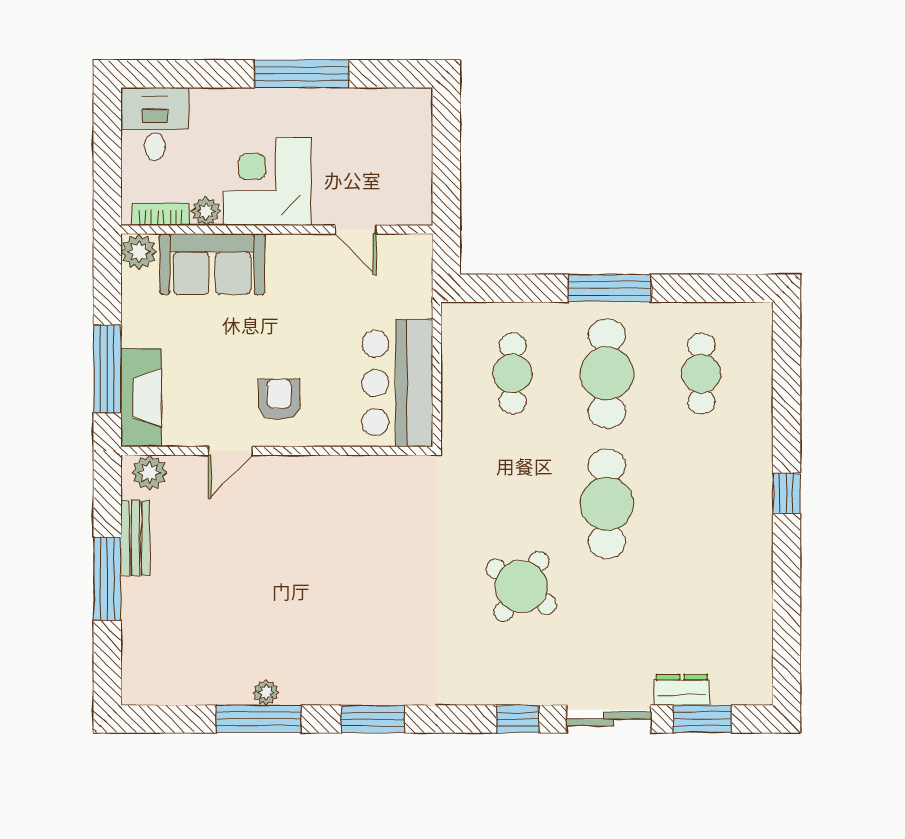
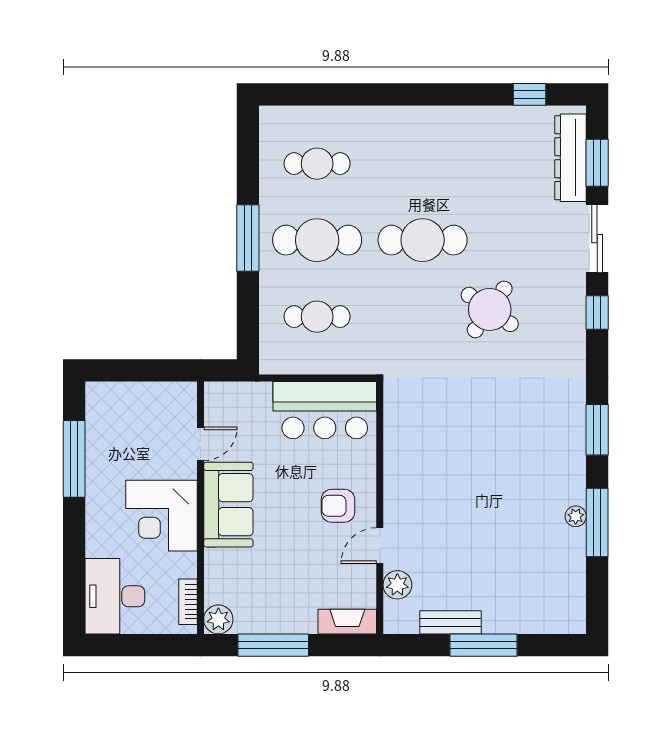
window: (302, 74) -> (74, 459), moved
desk: (155, 124) -> (115, 596), width x1.37
plant: (206, 211) -> (186, 565), removed
sofa: (212, 264) -> (228, 505), moved
window: (107, 369) -> (273, 645), moved
fireplace: (141, 398) -> (347, 622), width x0.73, depth x0.76
door: (230, 451) -> (380, 546), swing flipped
plant: (149, 473) -> (397, 585), moved
window: (787, 493) -> (530, 94), moved
dresser: (682, 690) -> (570, 158), width x1.96, depth x1.24

